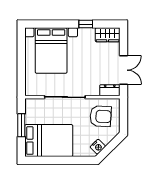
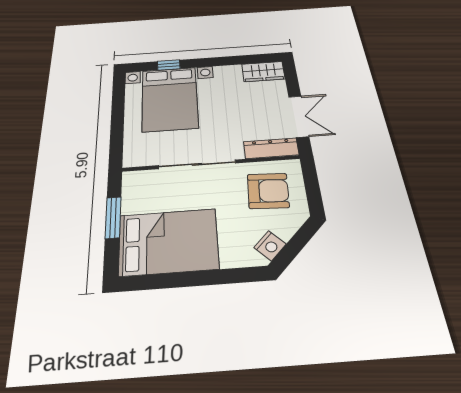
window: (86, 24) -> (169, 65), moved
dresser: (110, 90) -> (271, 148), width x1.44

